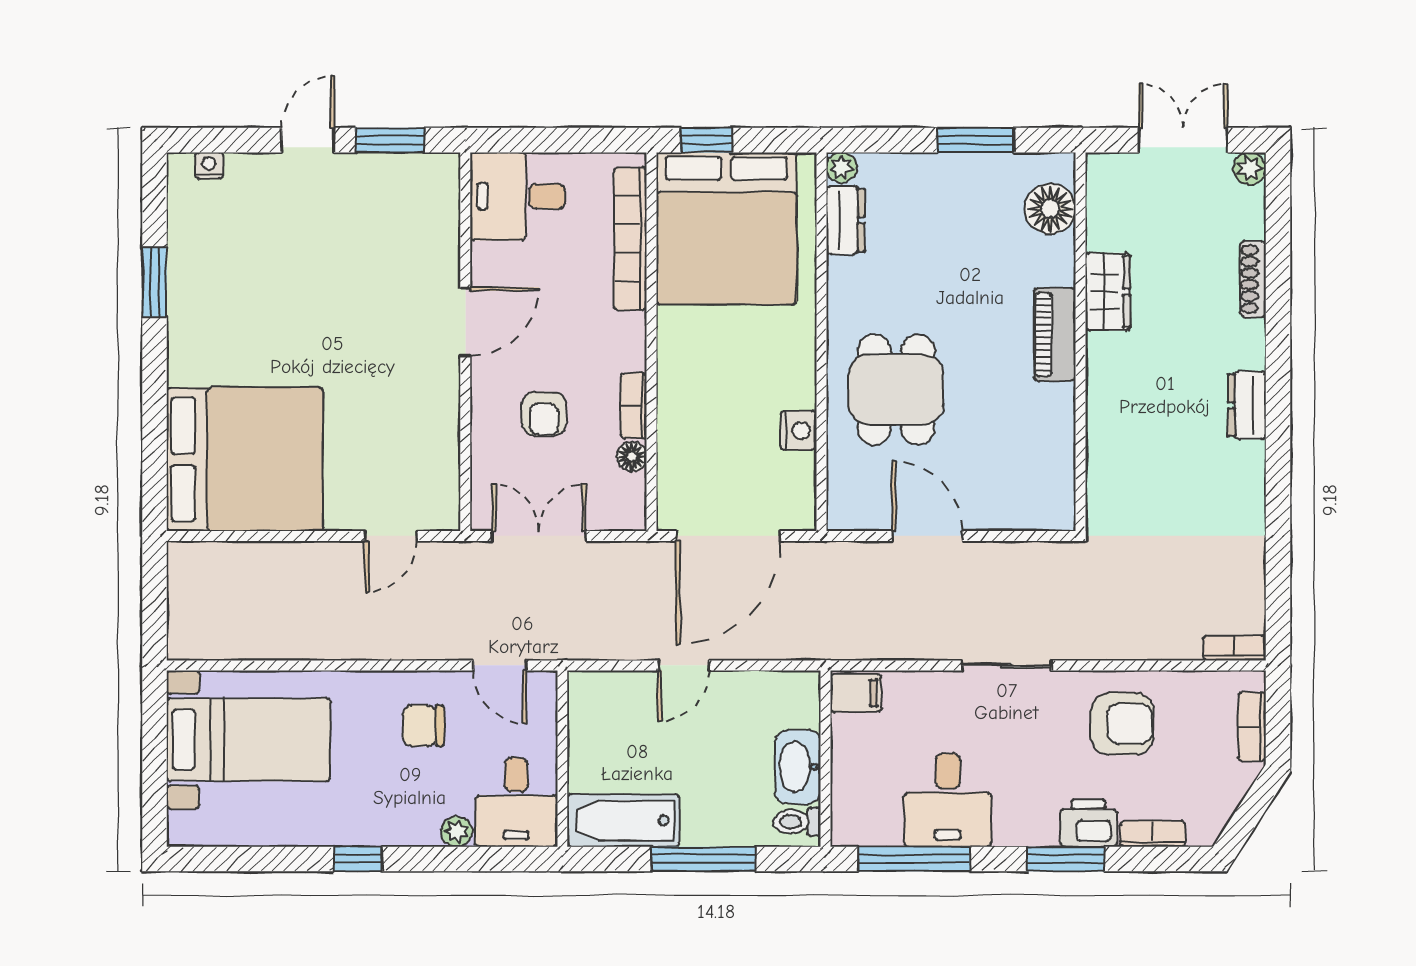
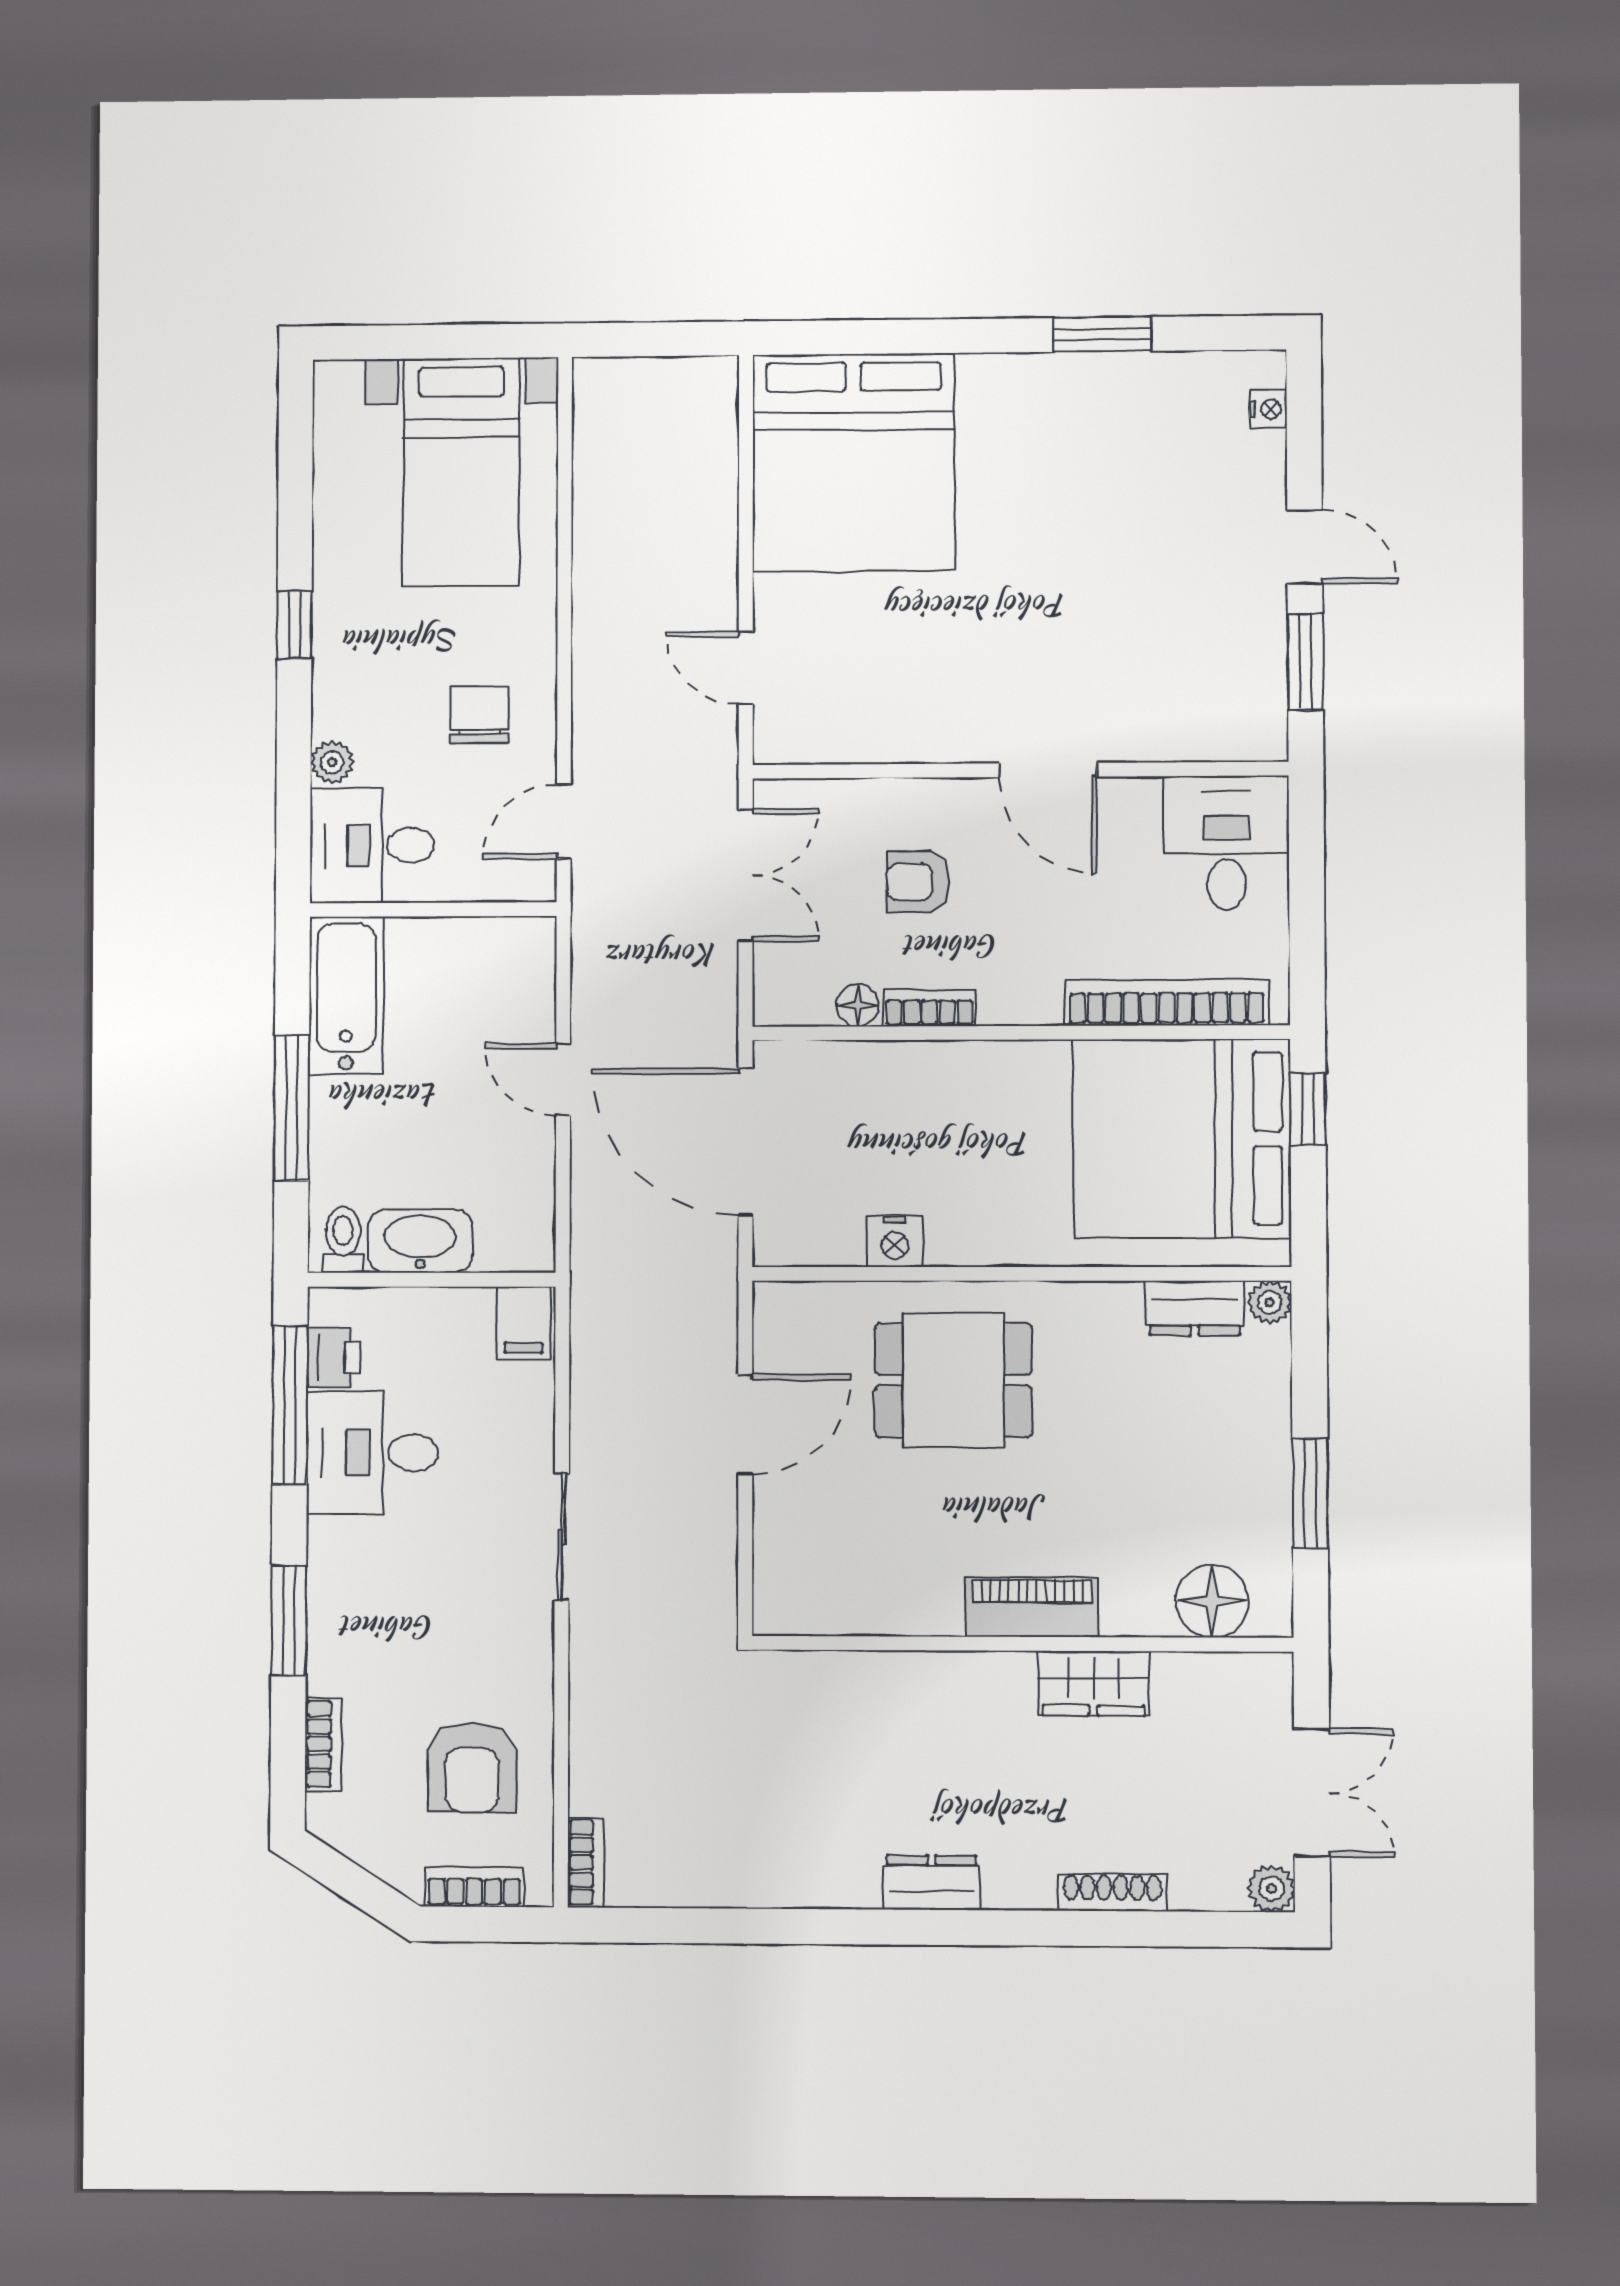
armchair: (1122, 724) -> (472, 1767), moved
printer: (1088, 823) -> (334, 1357), moved, width x0.73, depth x0.81

